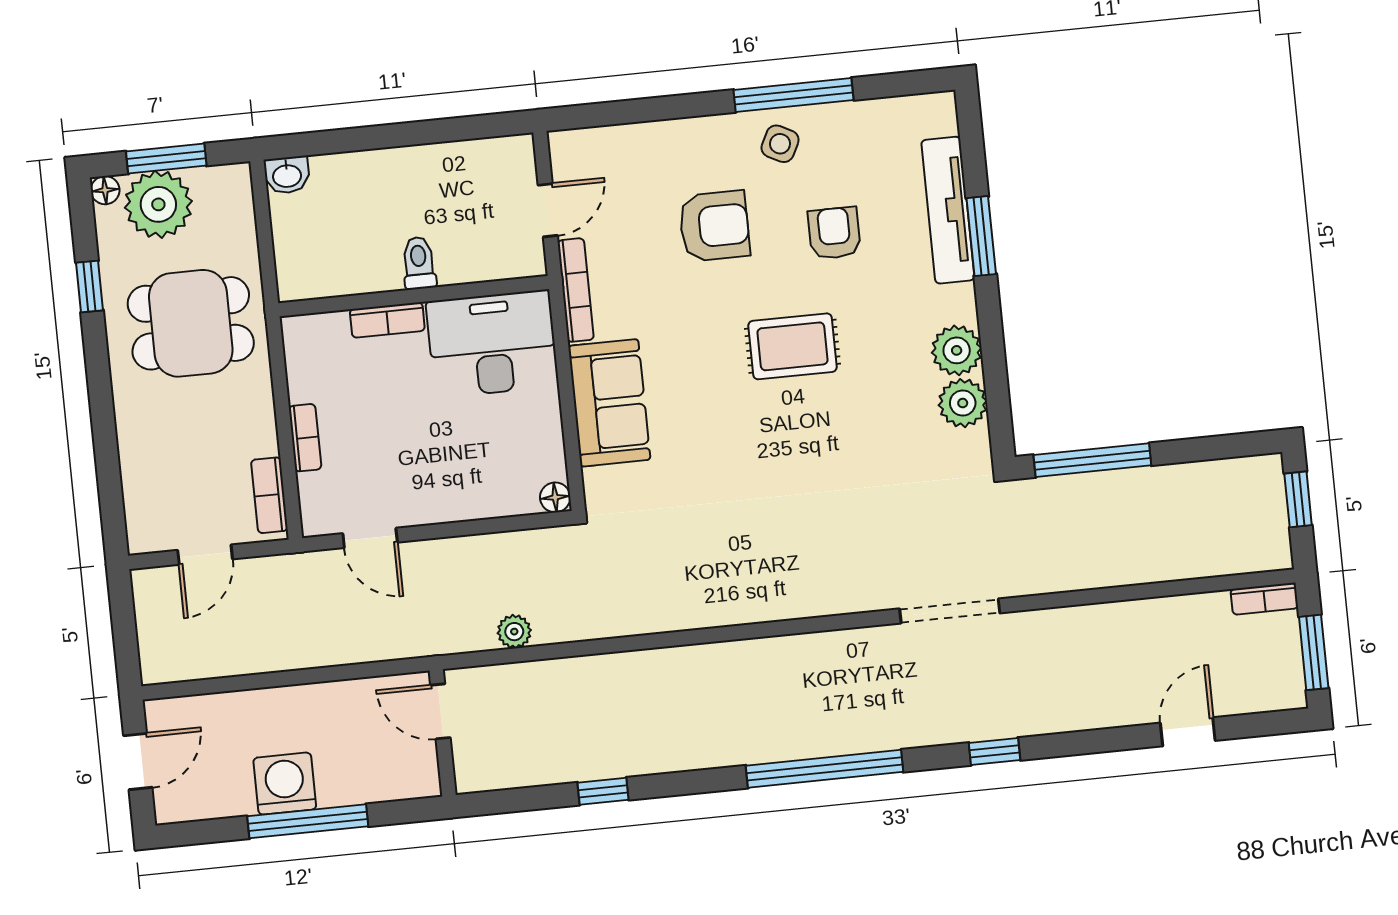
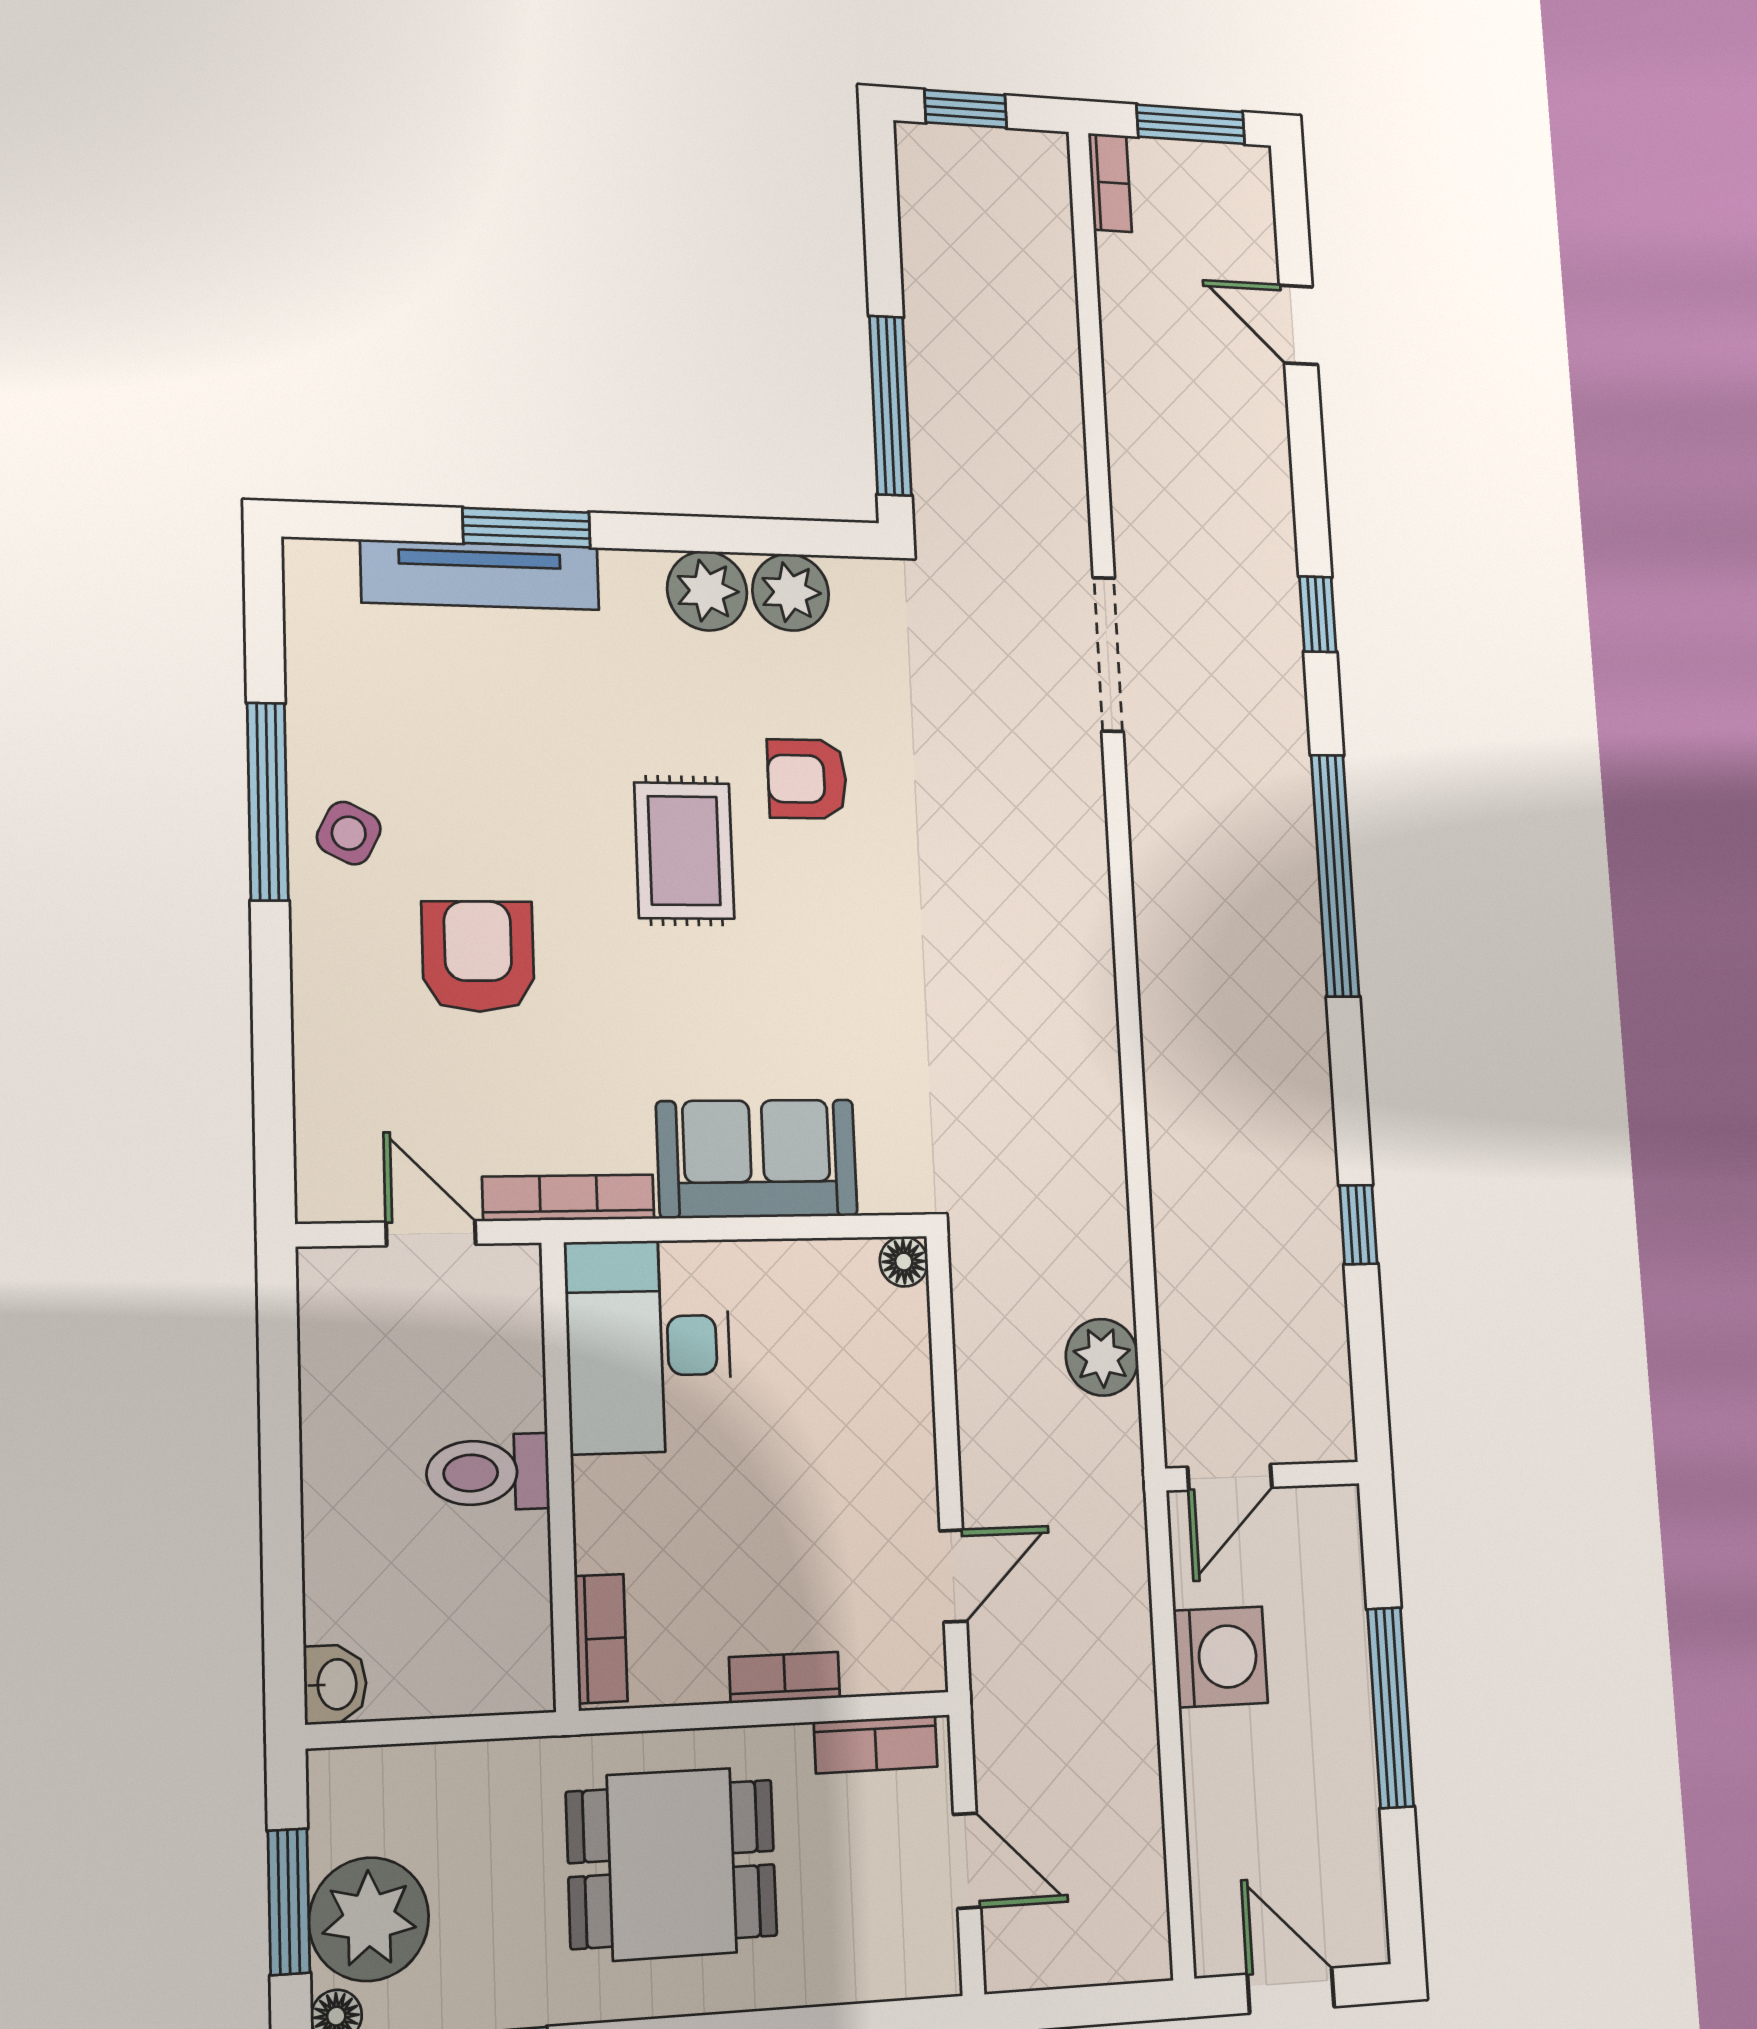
armchair: (834, 233) -> (807, 779), moved
toilet: (419, 263) -> (488, 1472), width x1.37, depth x1.39
bookcase: (387, 320) -> (601, 1639), moved
dining table: (191, 323) -> (672, 1864), moved, turned 90
plant: (514, 632) -> (1102, 1357), width x1.38, depth x1.38
washing machine: (285, 784) -> (1220, 1657), moved, turned 180

